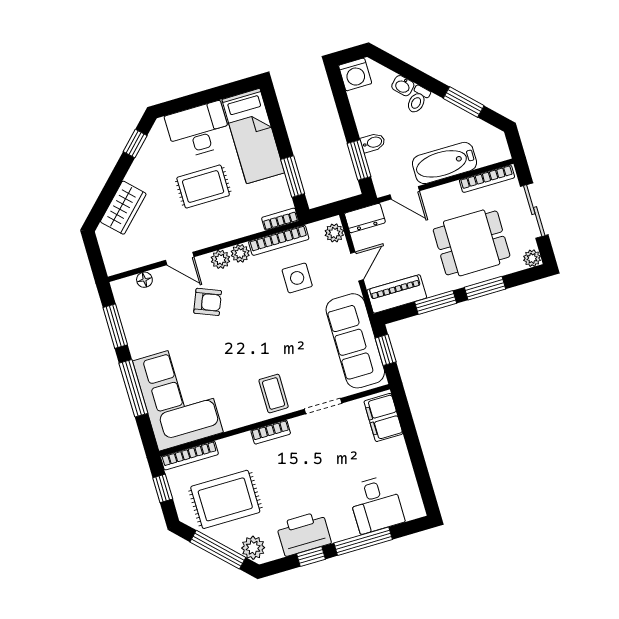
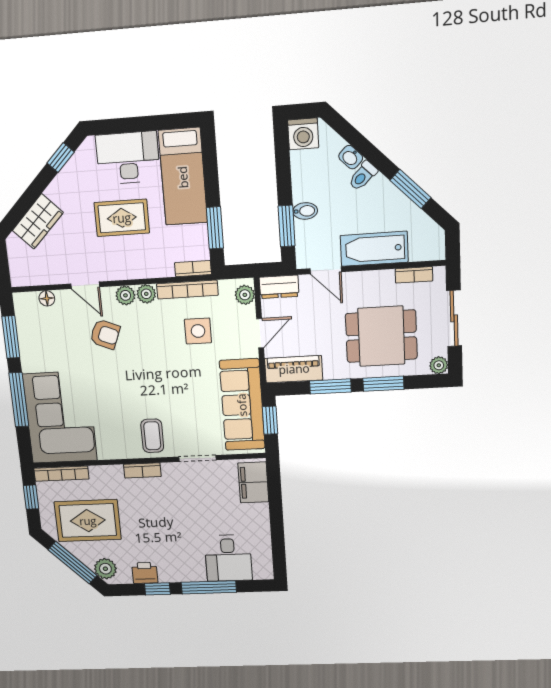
bookcase: (487, 179) -> (414, 275), width x0.64
printer: (304, 534) -> (145, 573), width x0.53, depth x0.68

